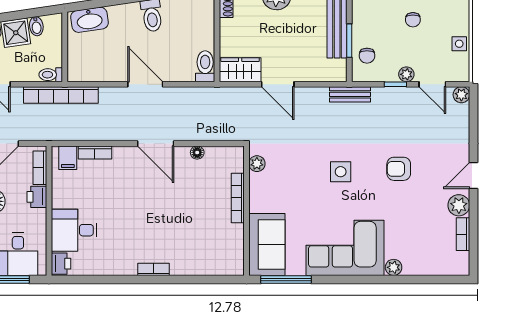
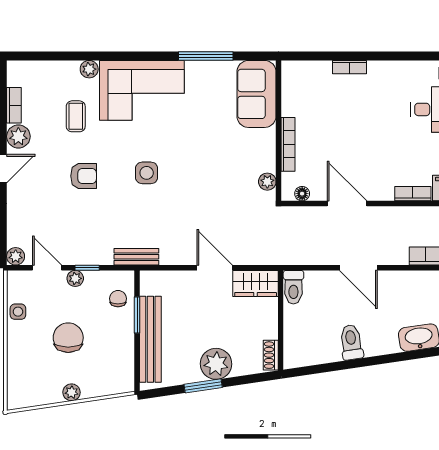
chair: (413, 20) -> (68, 338), width x1.87, depth x1.87
plant: (257, 164) -> (267, 182), moved
bookcase: (238, 198) -> (288, 144), moved
wall: (247, 211) -> (279, 131), moved
coffee table: (406, 224) -> (76, 116), added
sofa: (267, 245) -> (256, 94), moved

